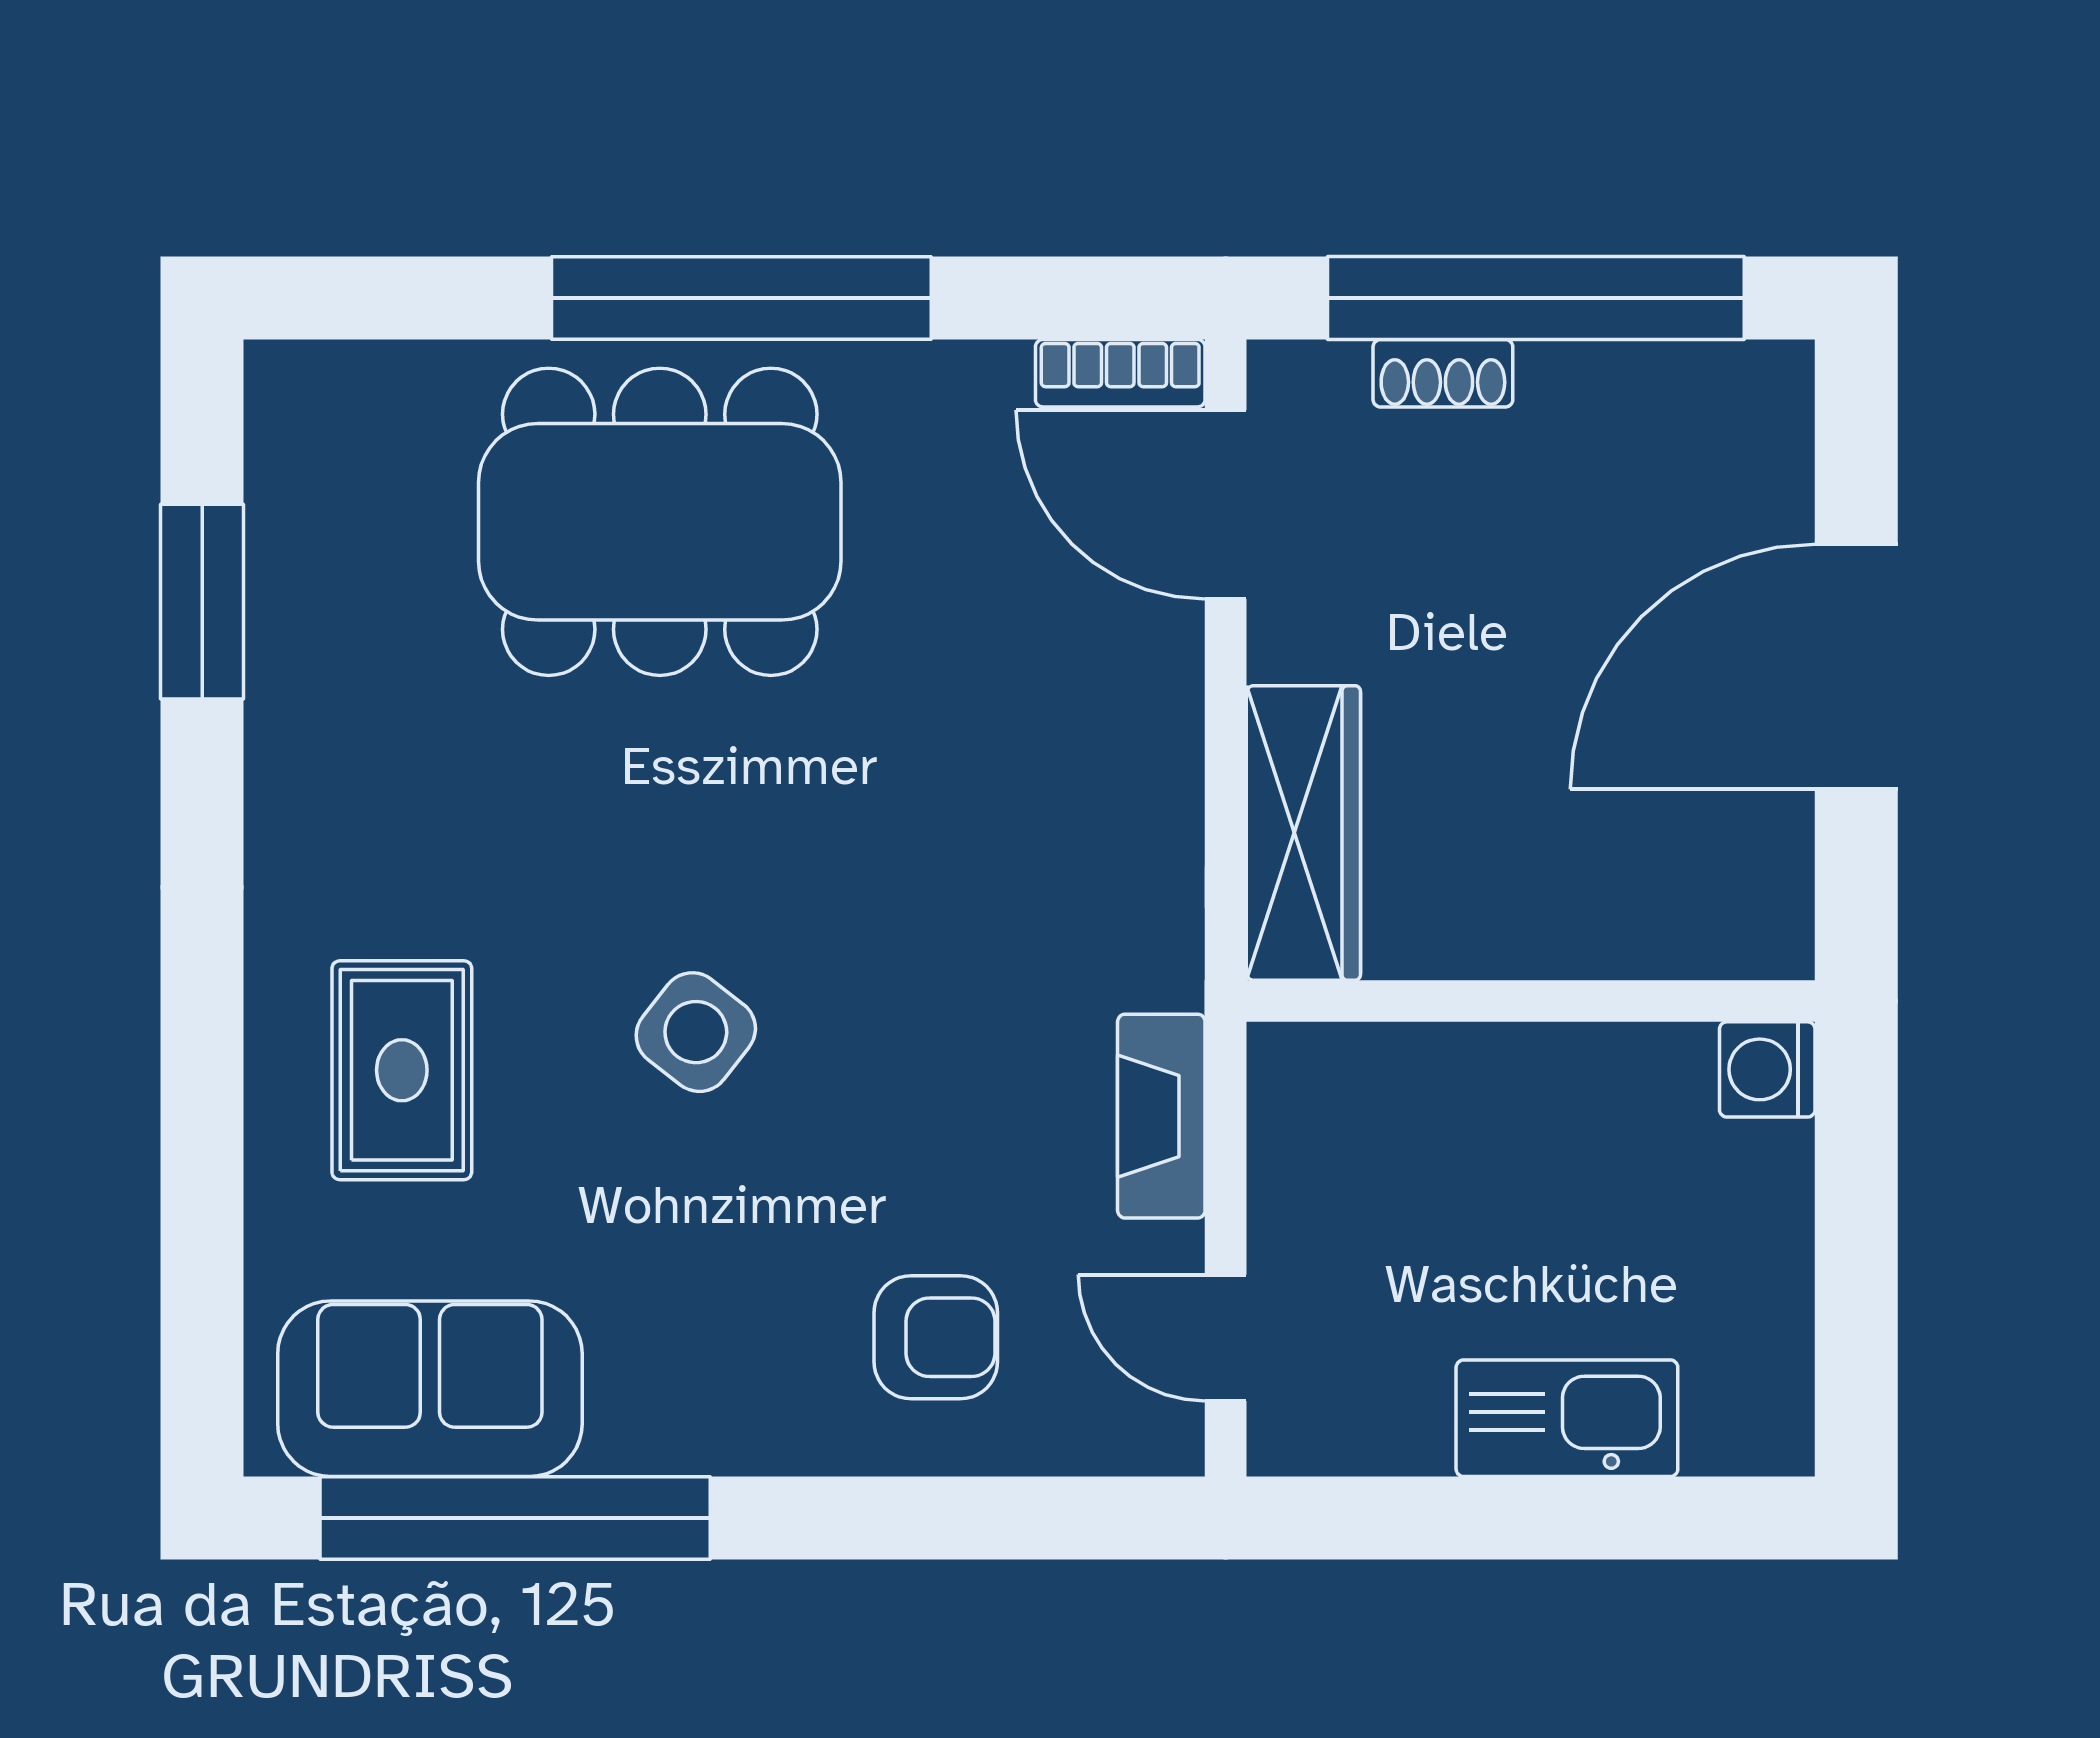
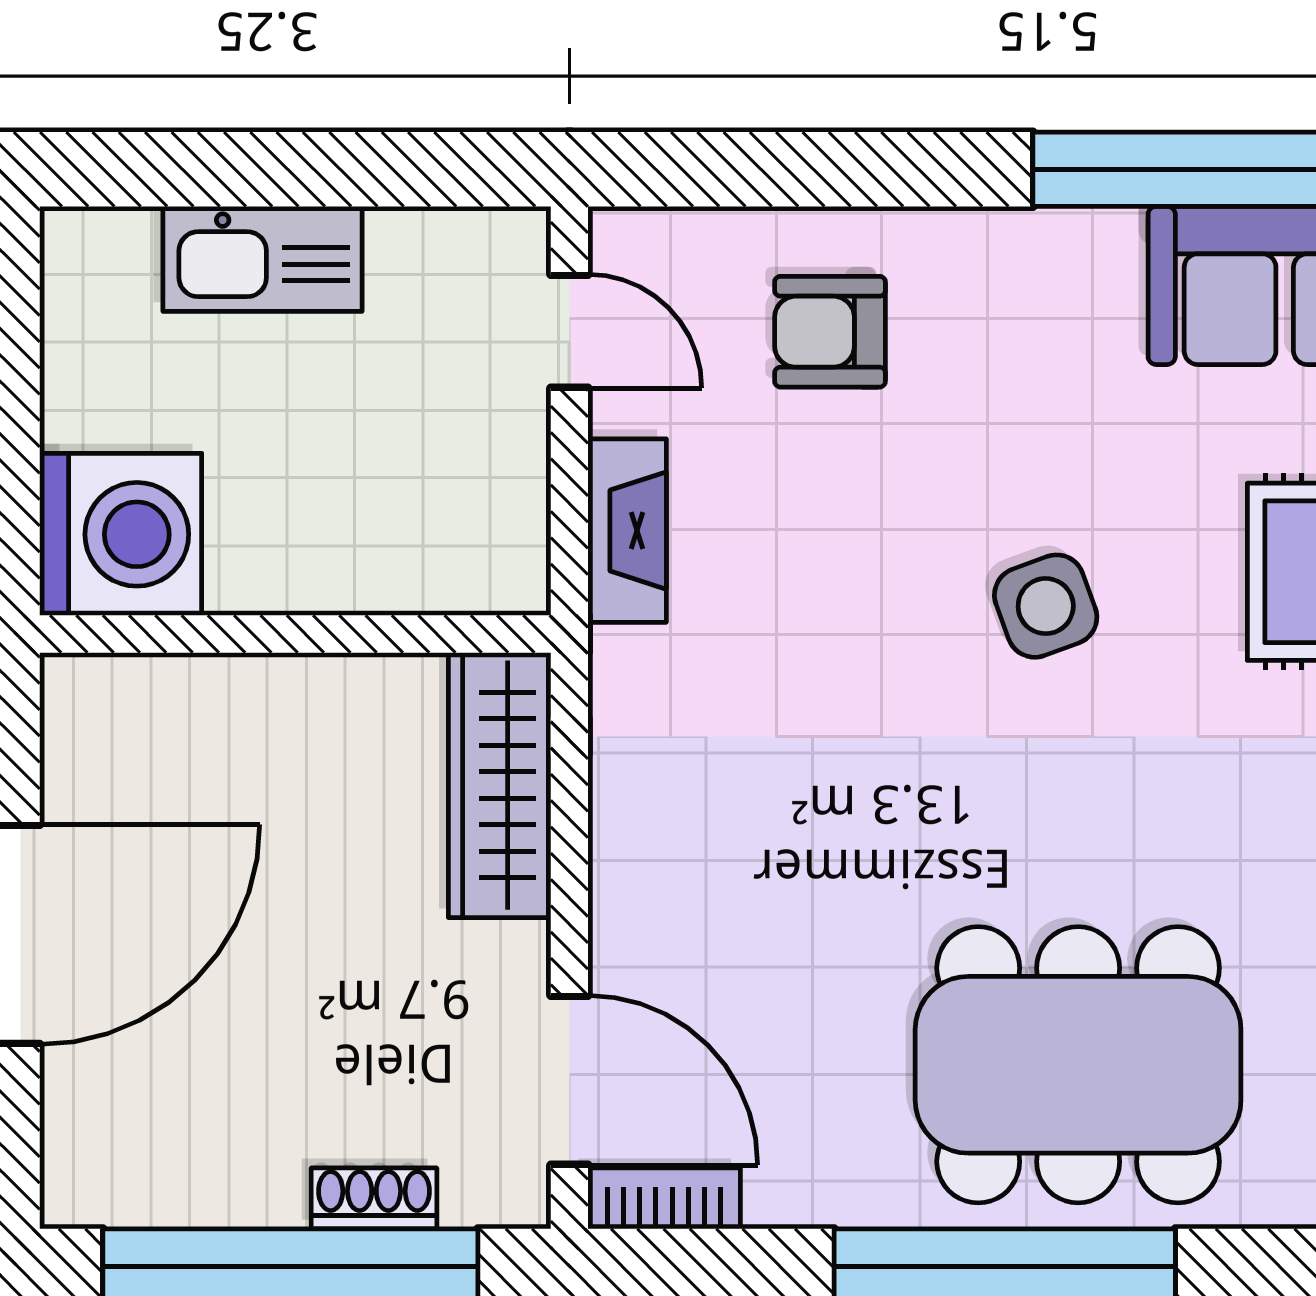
side table: (696, 1032) -> (1046, 606), turned 32
washing machine: (1767, 1069) -> (121, 534), width x1.89, depth x1.89

